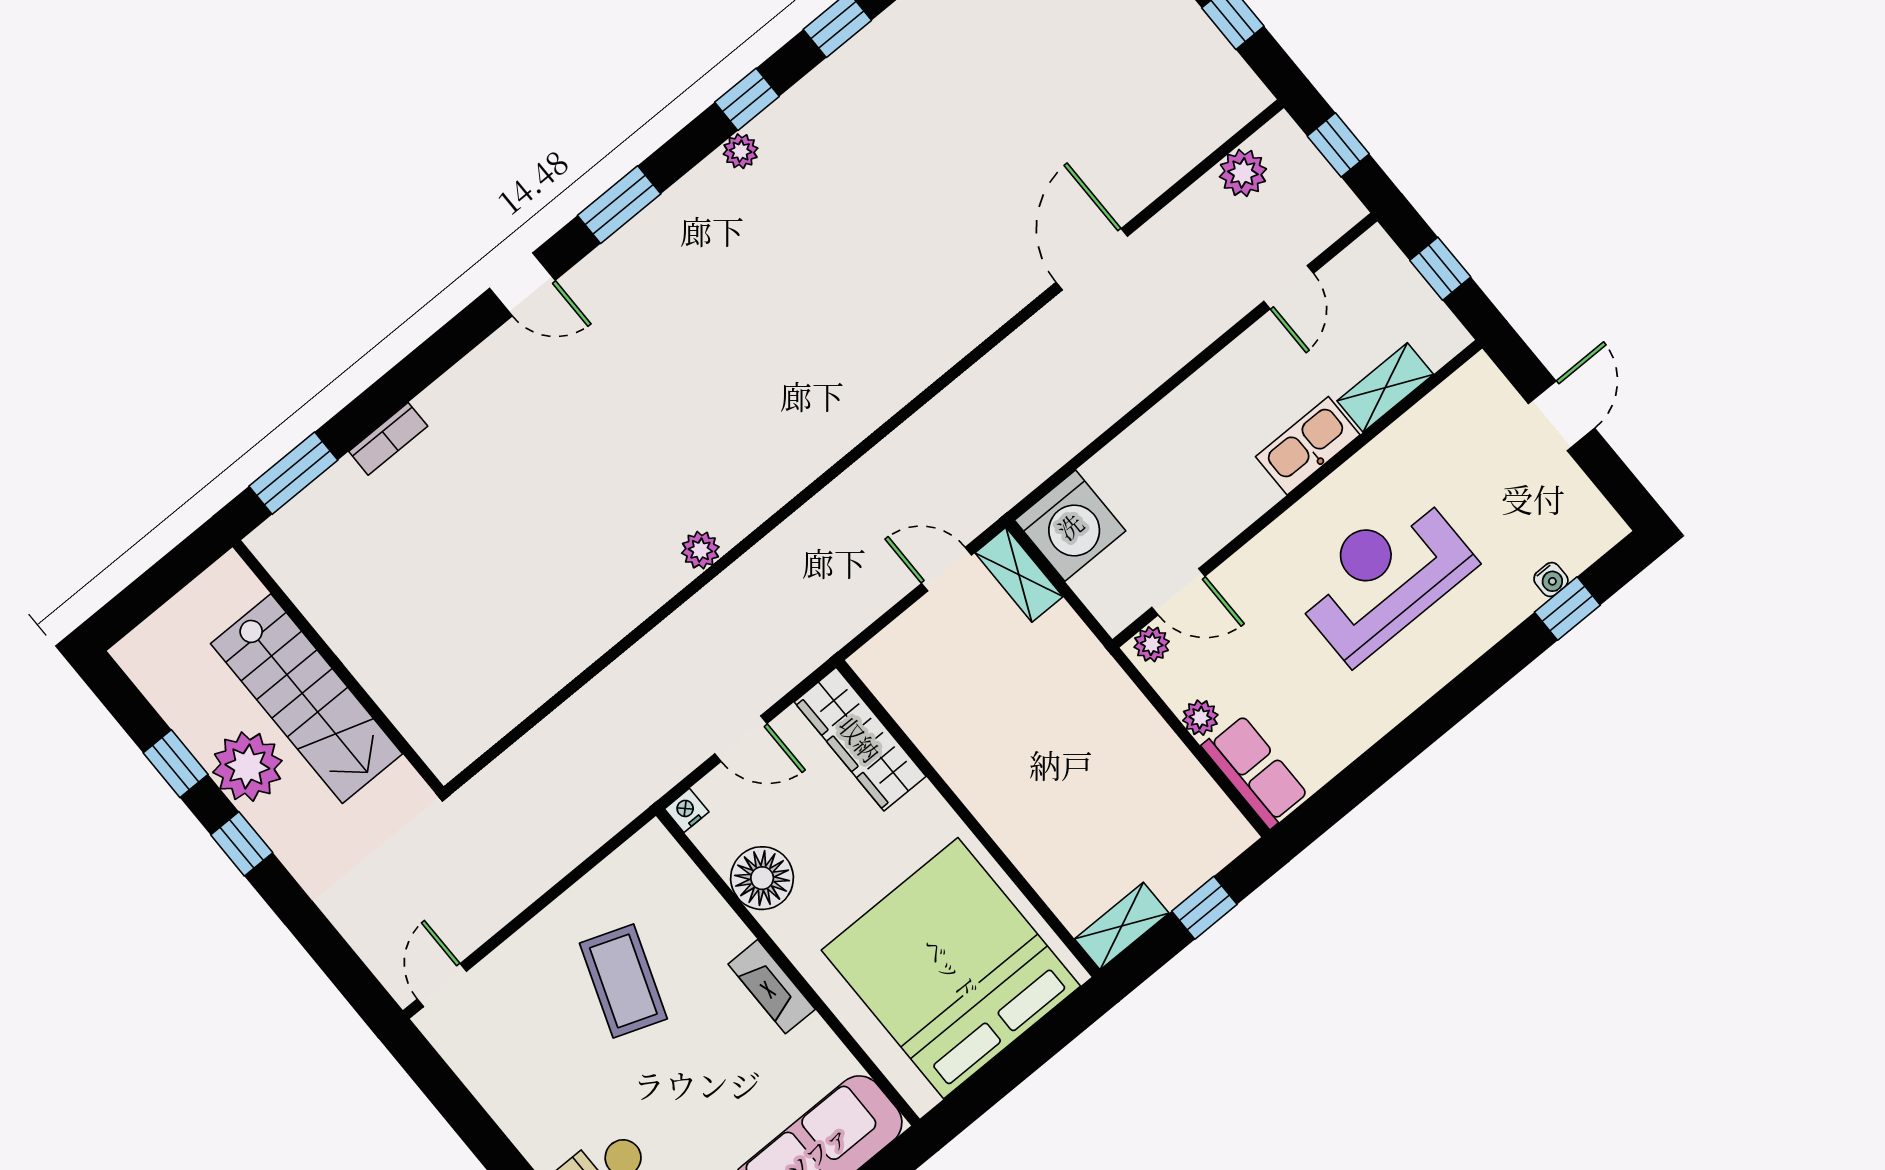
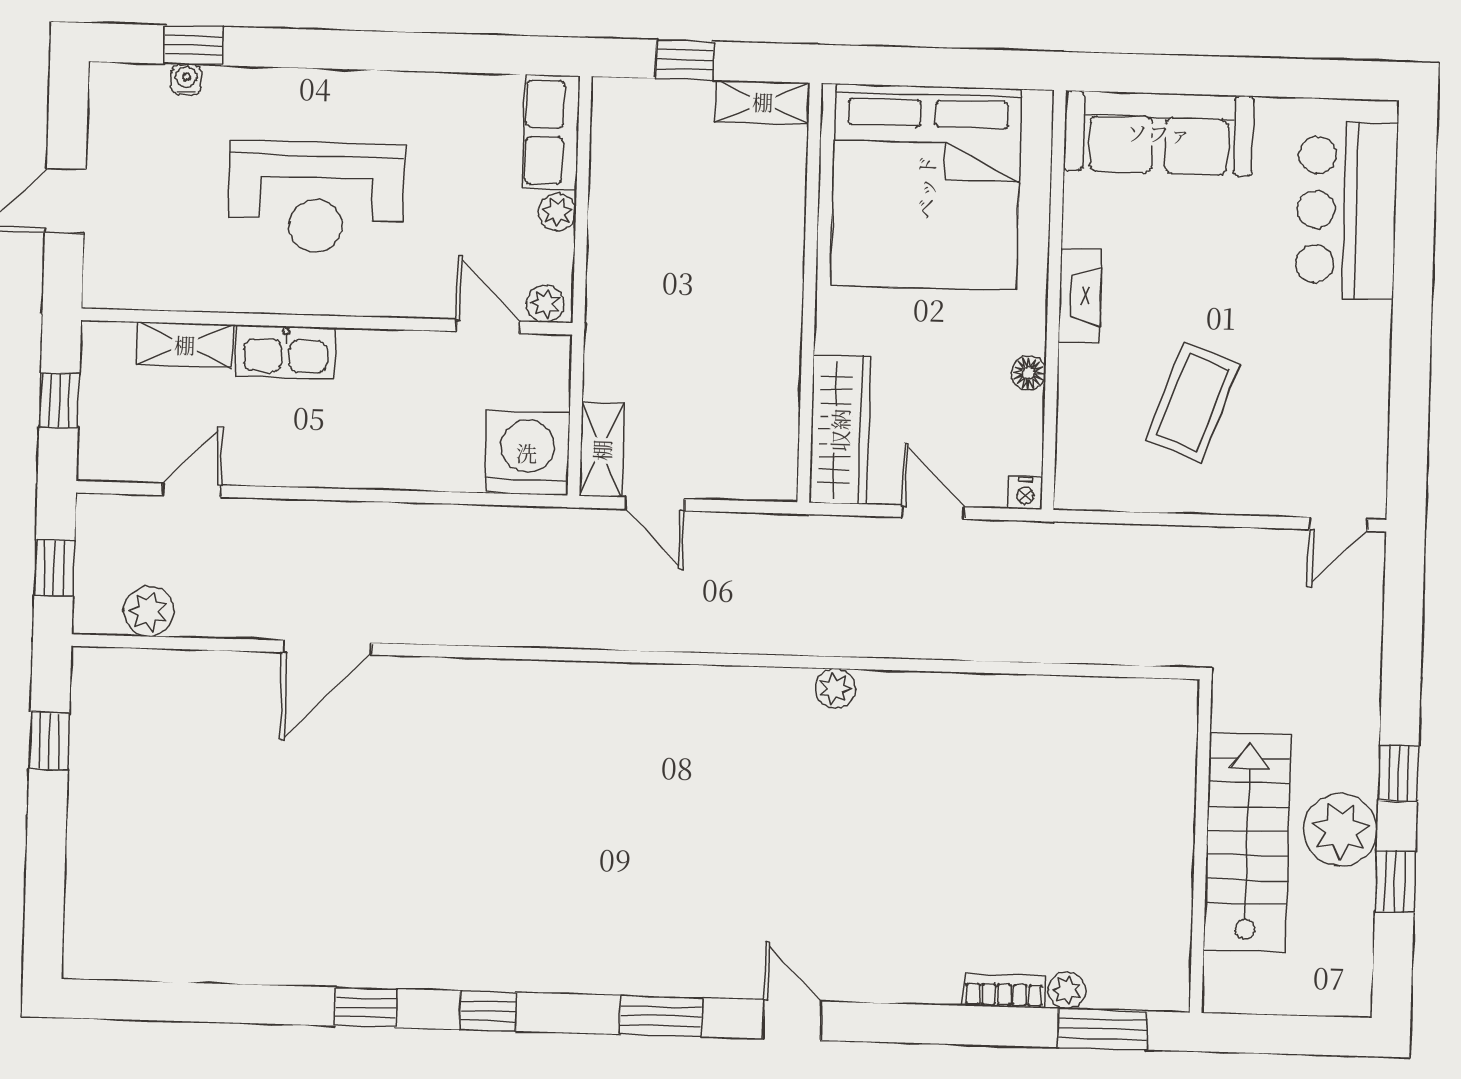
plant: (741, 151) -> (1067, 991), moved
floor lamp: (762, 878) -> (1028, 373), width x0.53, depth x0.53

